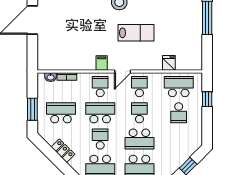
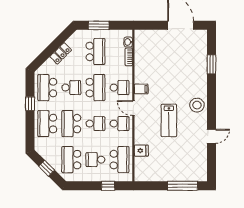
school desk: (179, 139) -> (71, 160), added

